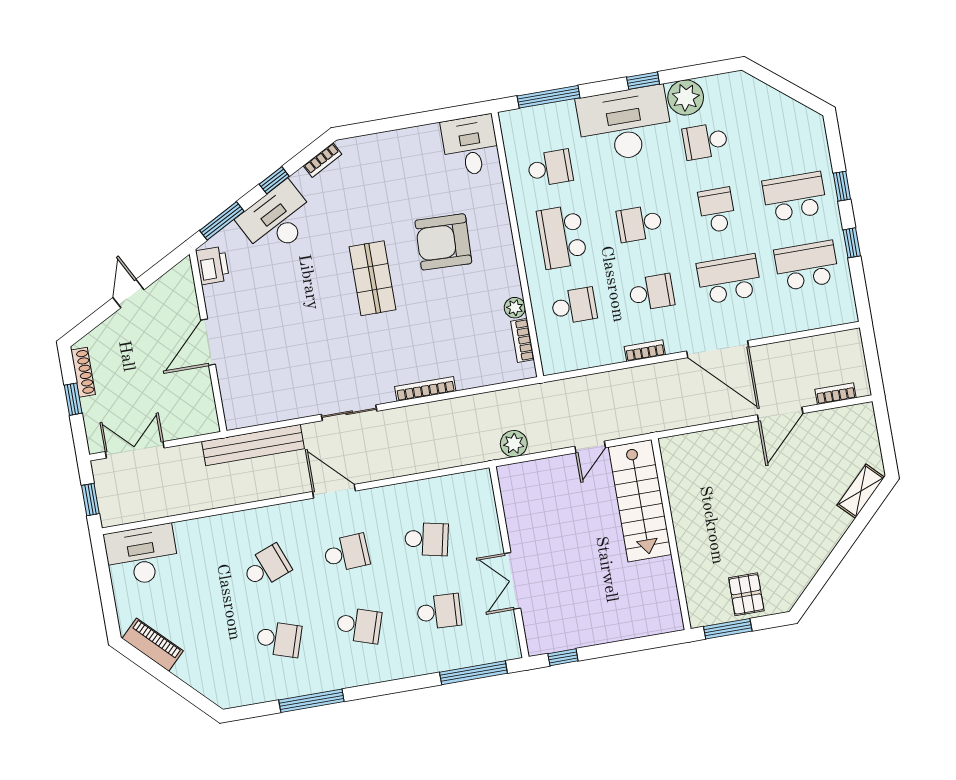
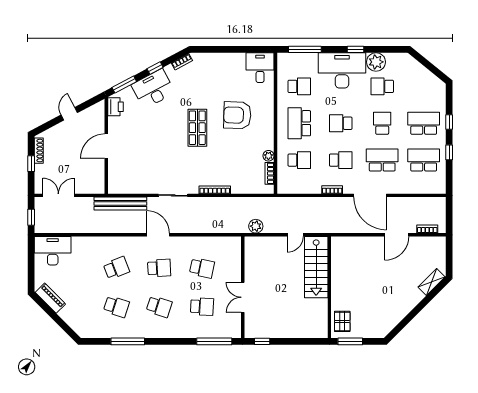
pallet: (746, 594) -> (342, 321), moved

